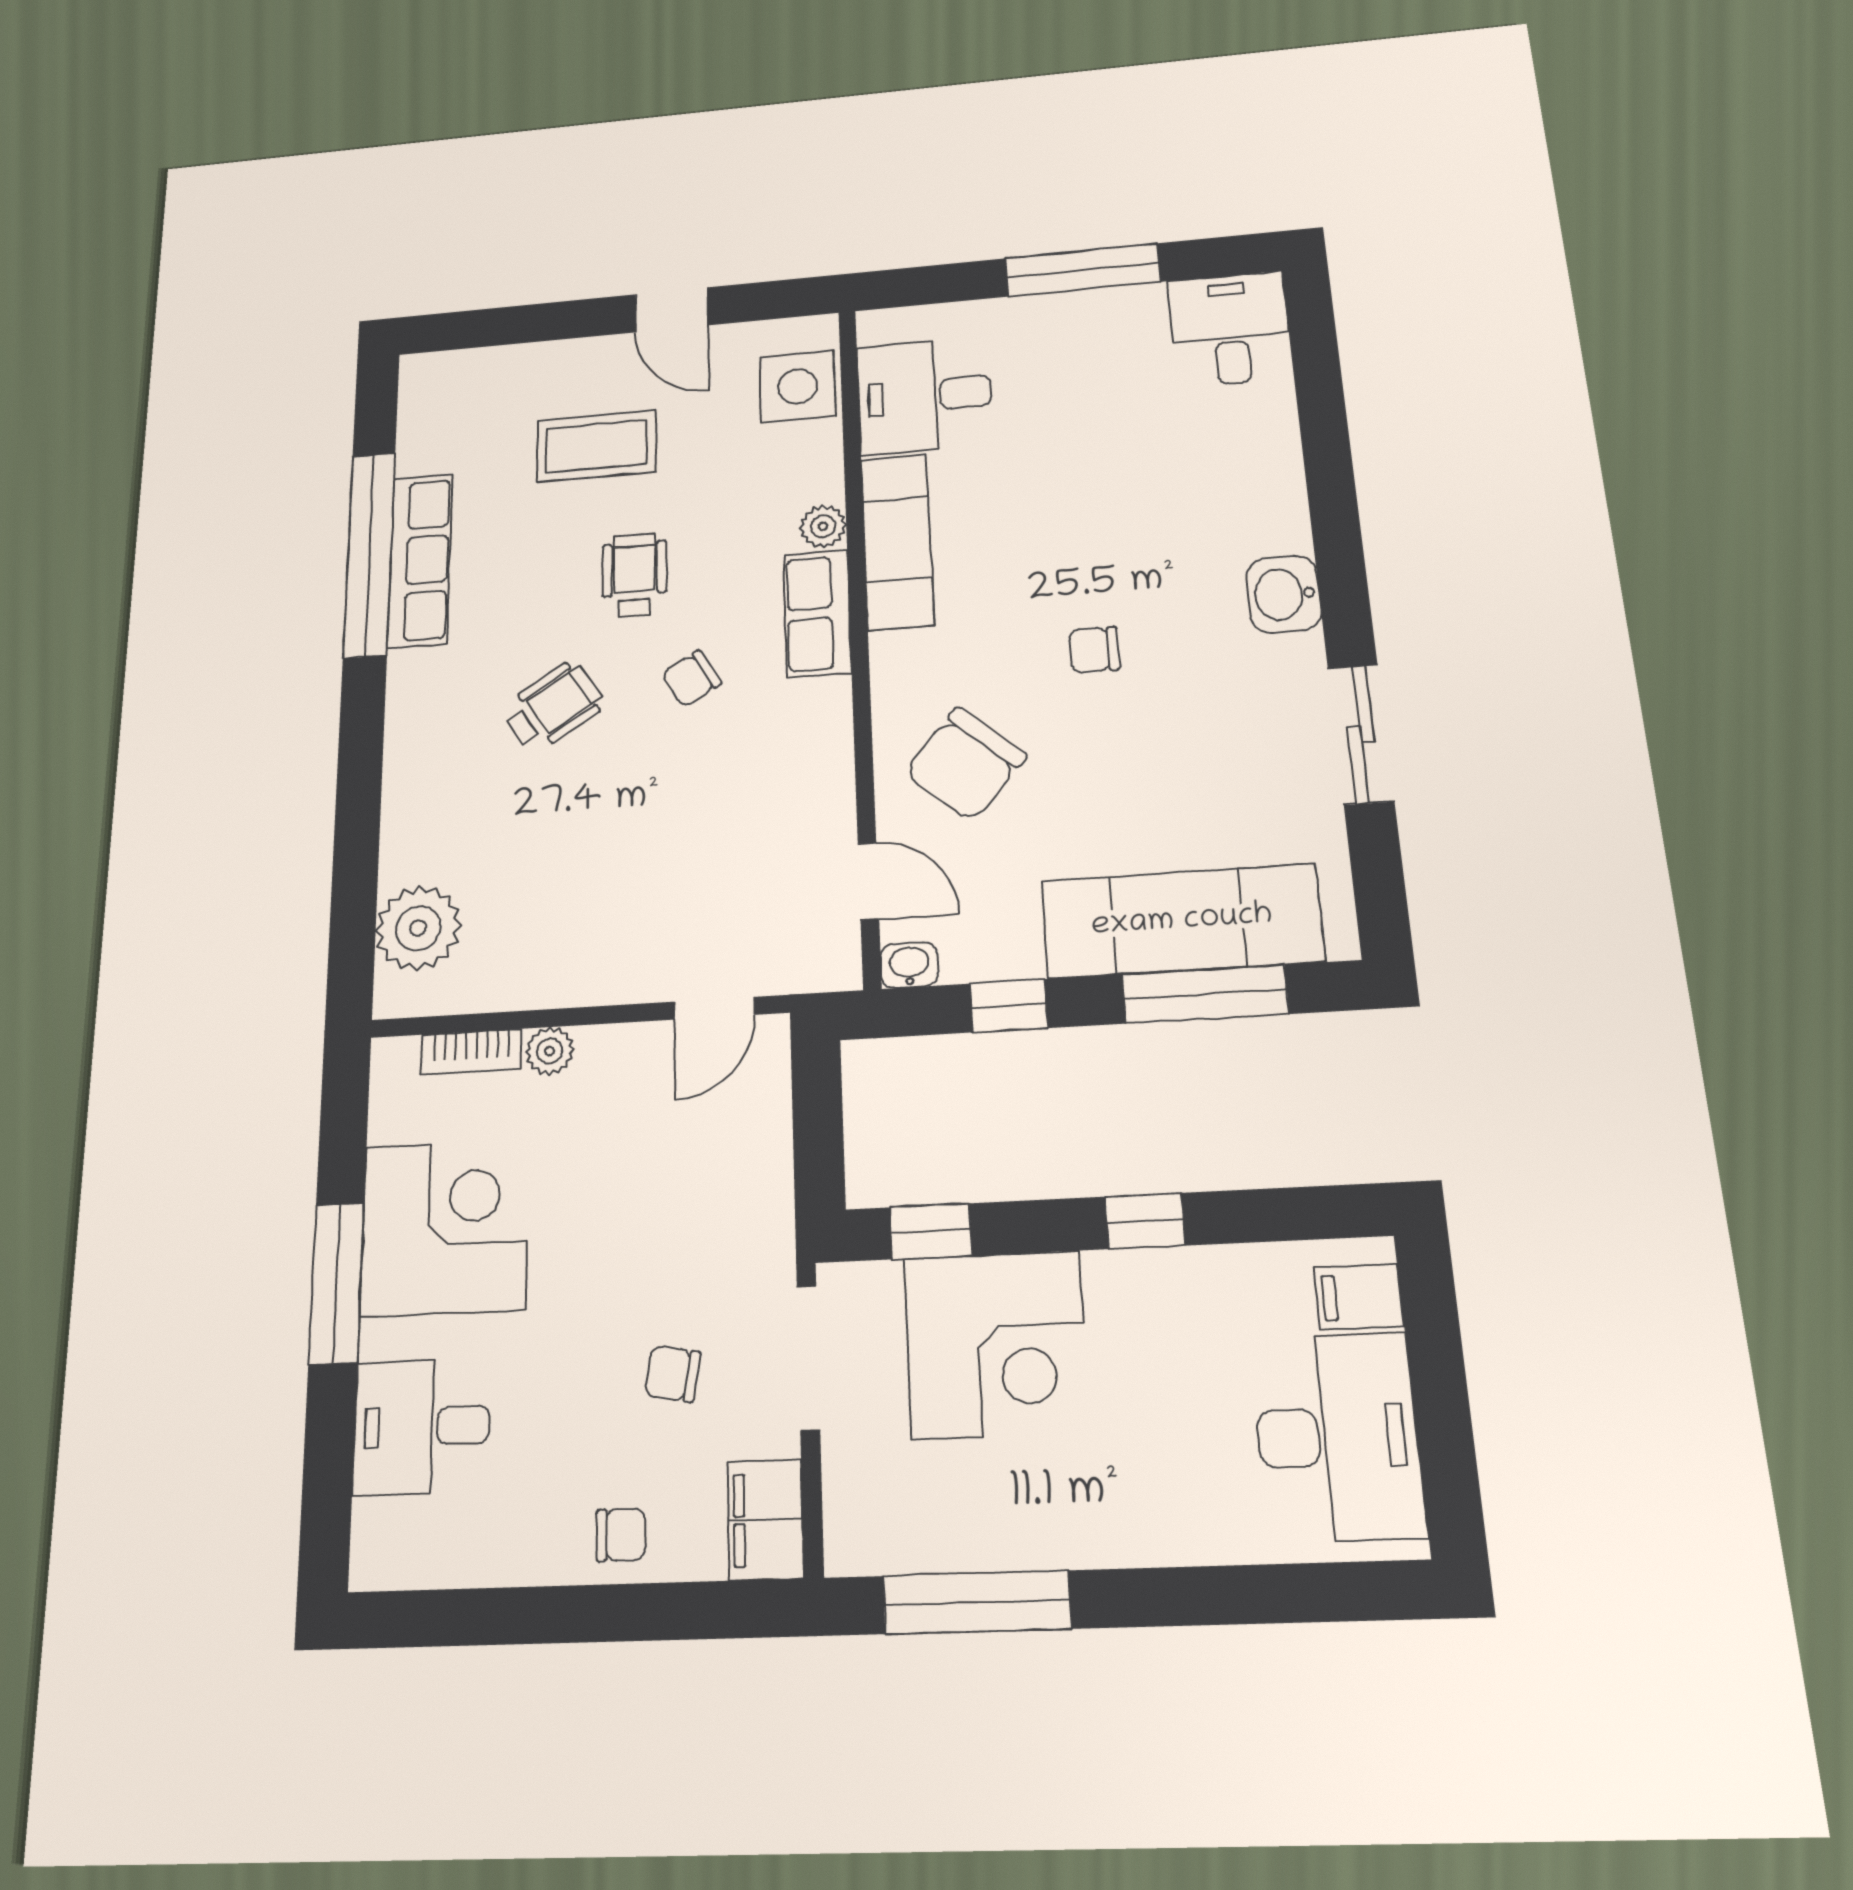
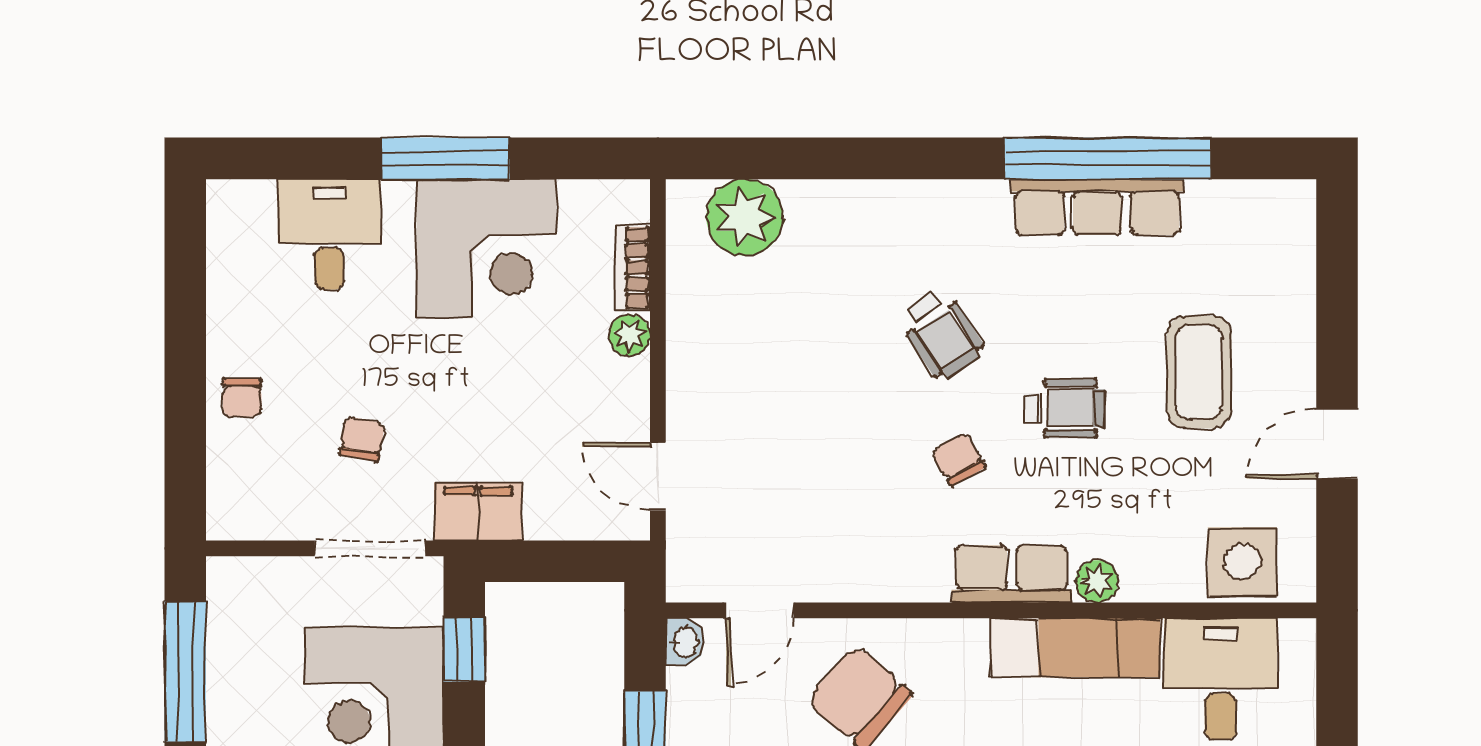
filing cabinet: (765, 1520) -> (478, 511), moved

